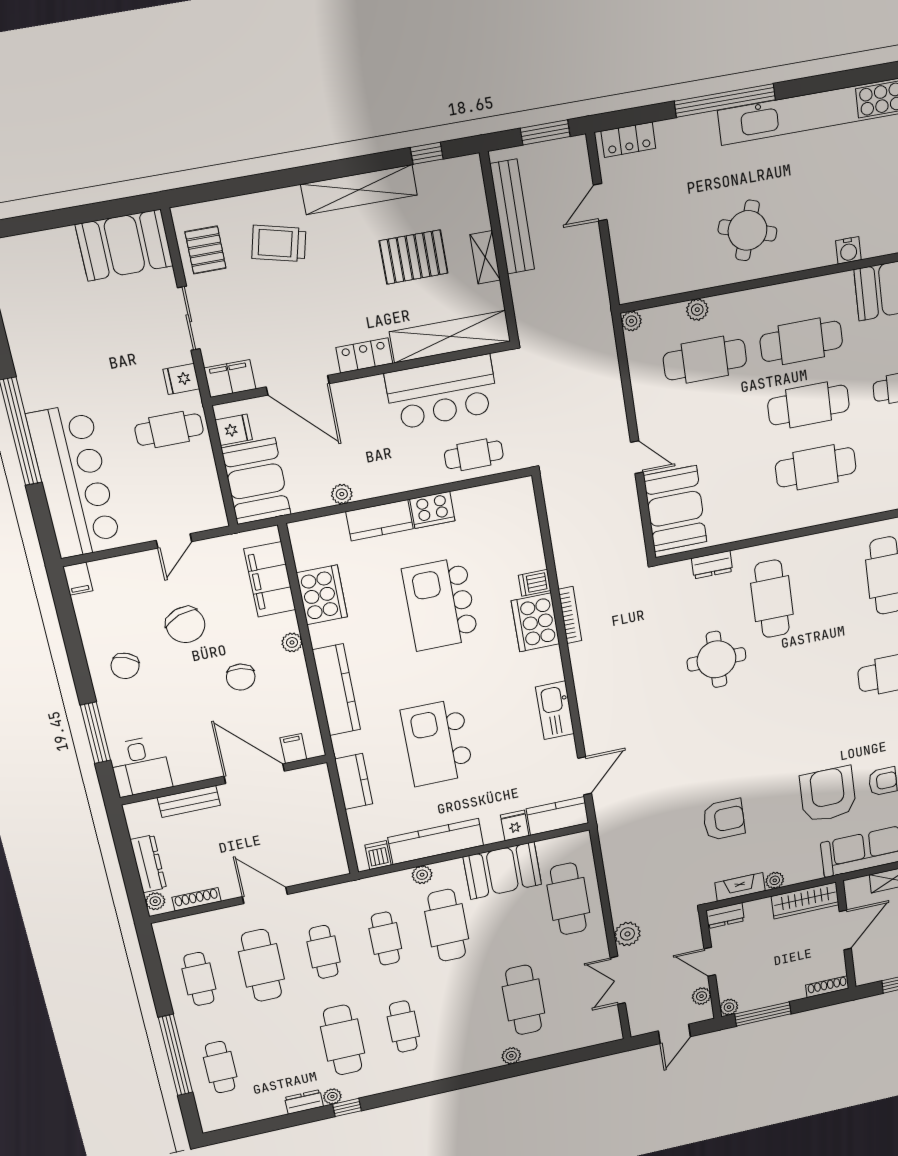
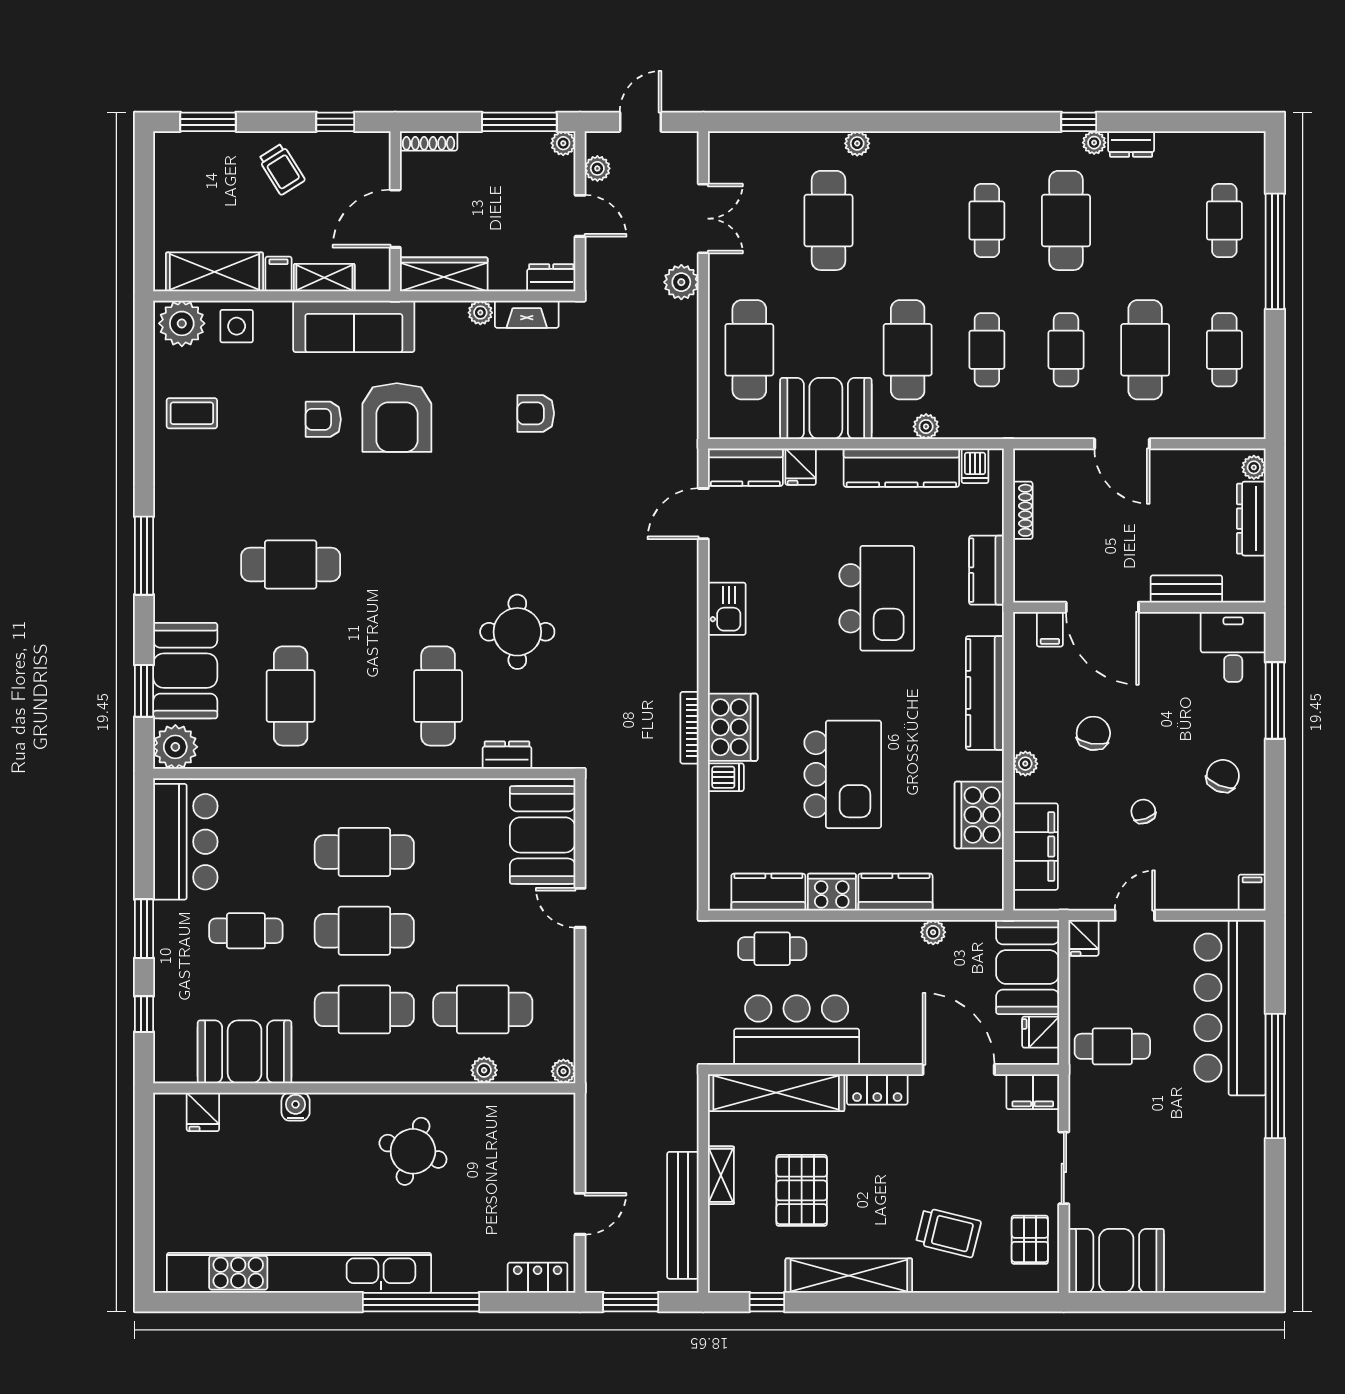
pallet: (414, 257) -> (802, 1190), turned 90
fridge: (181, 379) -> (1084, 938), moved, turned 90
kitchen counter: (485, 500) -> (768, 892), added
chair: (185, 625) -> (1143, 812), width x0.54, depth x0.54
kitchen sink: (555, 710) -> (727, 609), width x0.73
armchair: (724, 820) -> (536, 413), width x0.72, depth x0.72
shoe rack: (197, 899) -> (1023, 510), moved, turned -90

